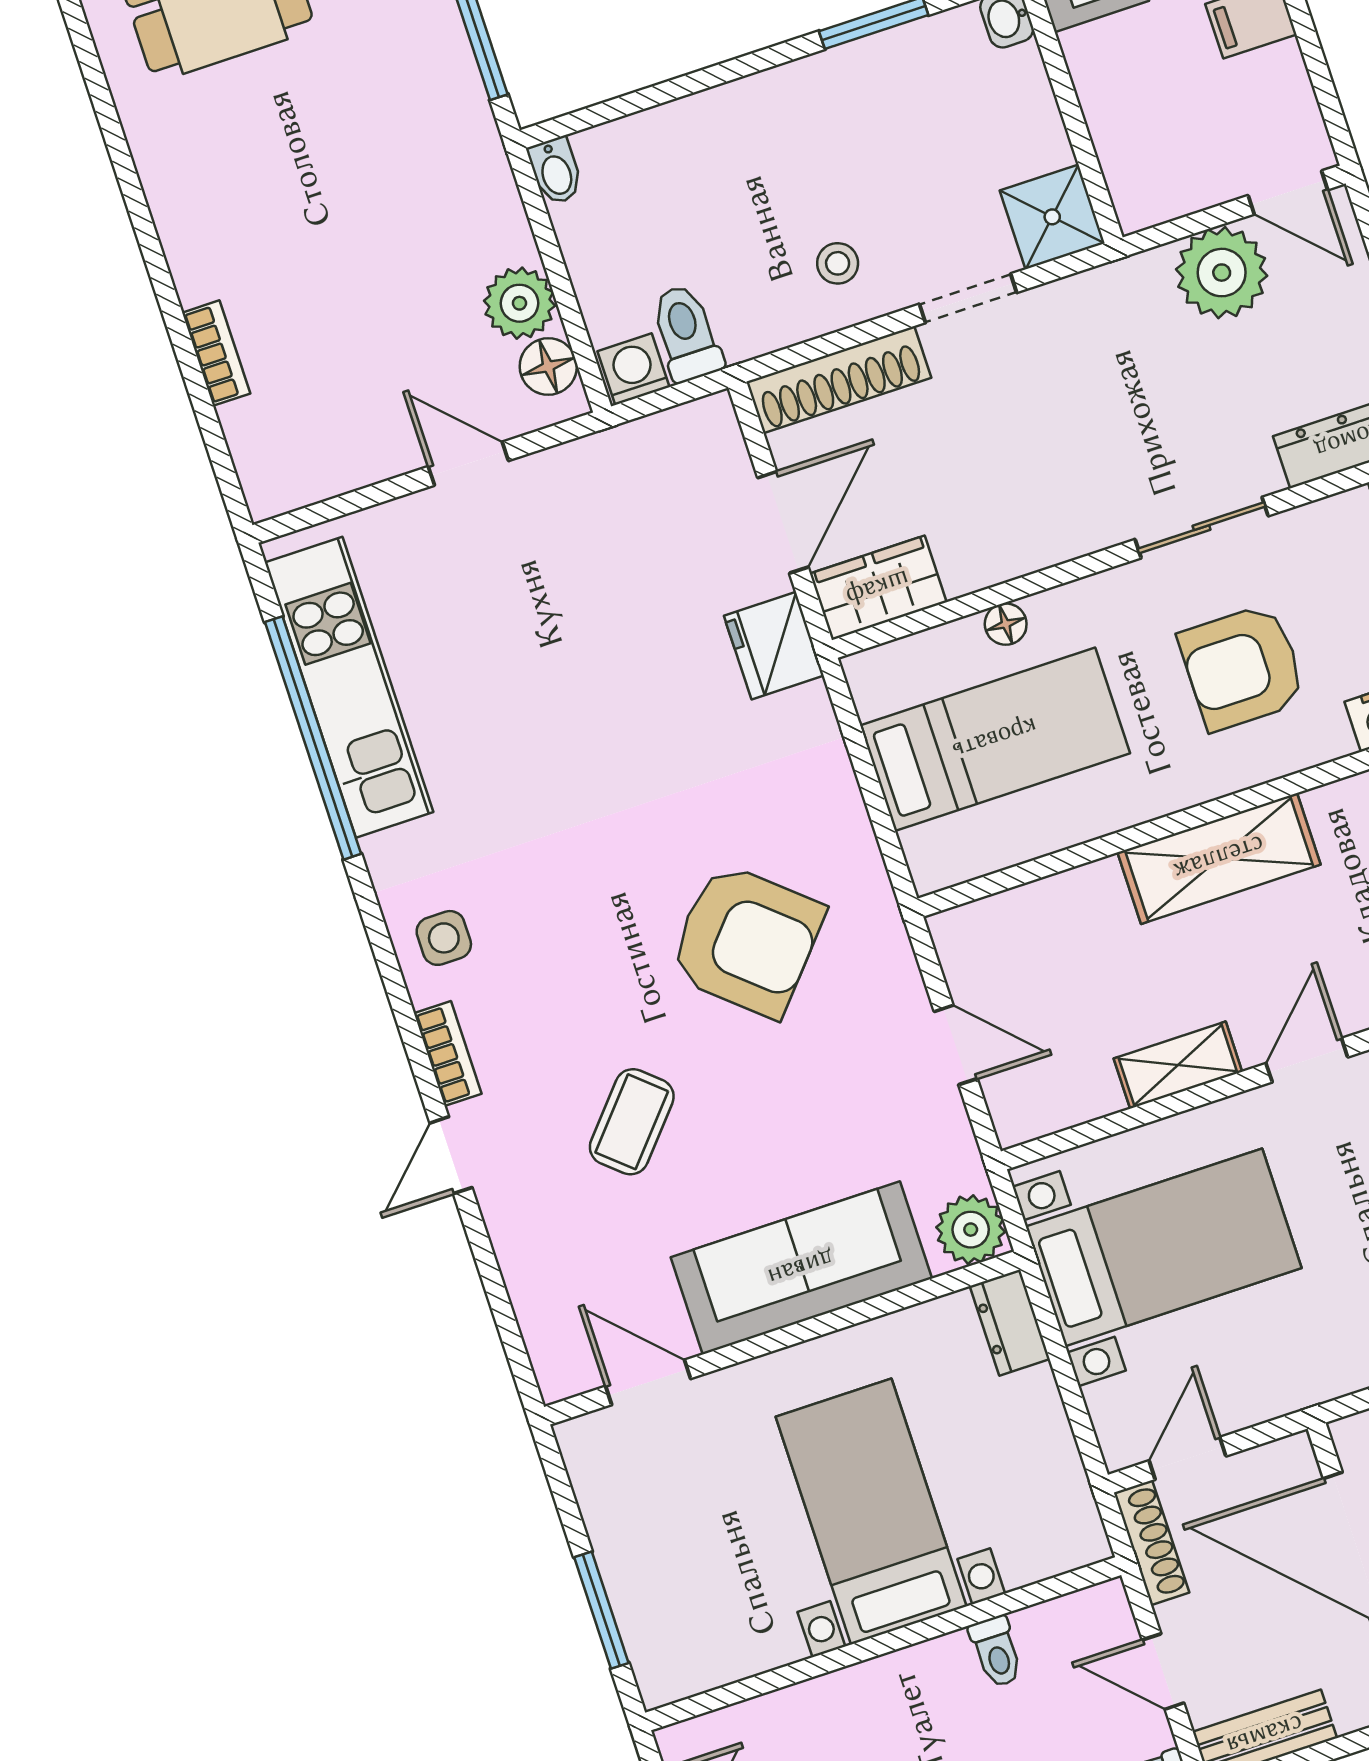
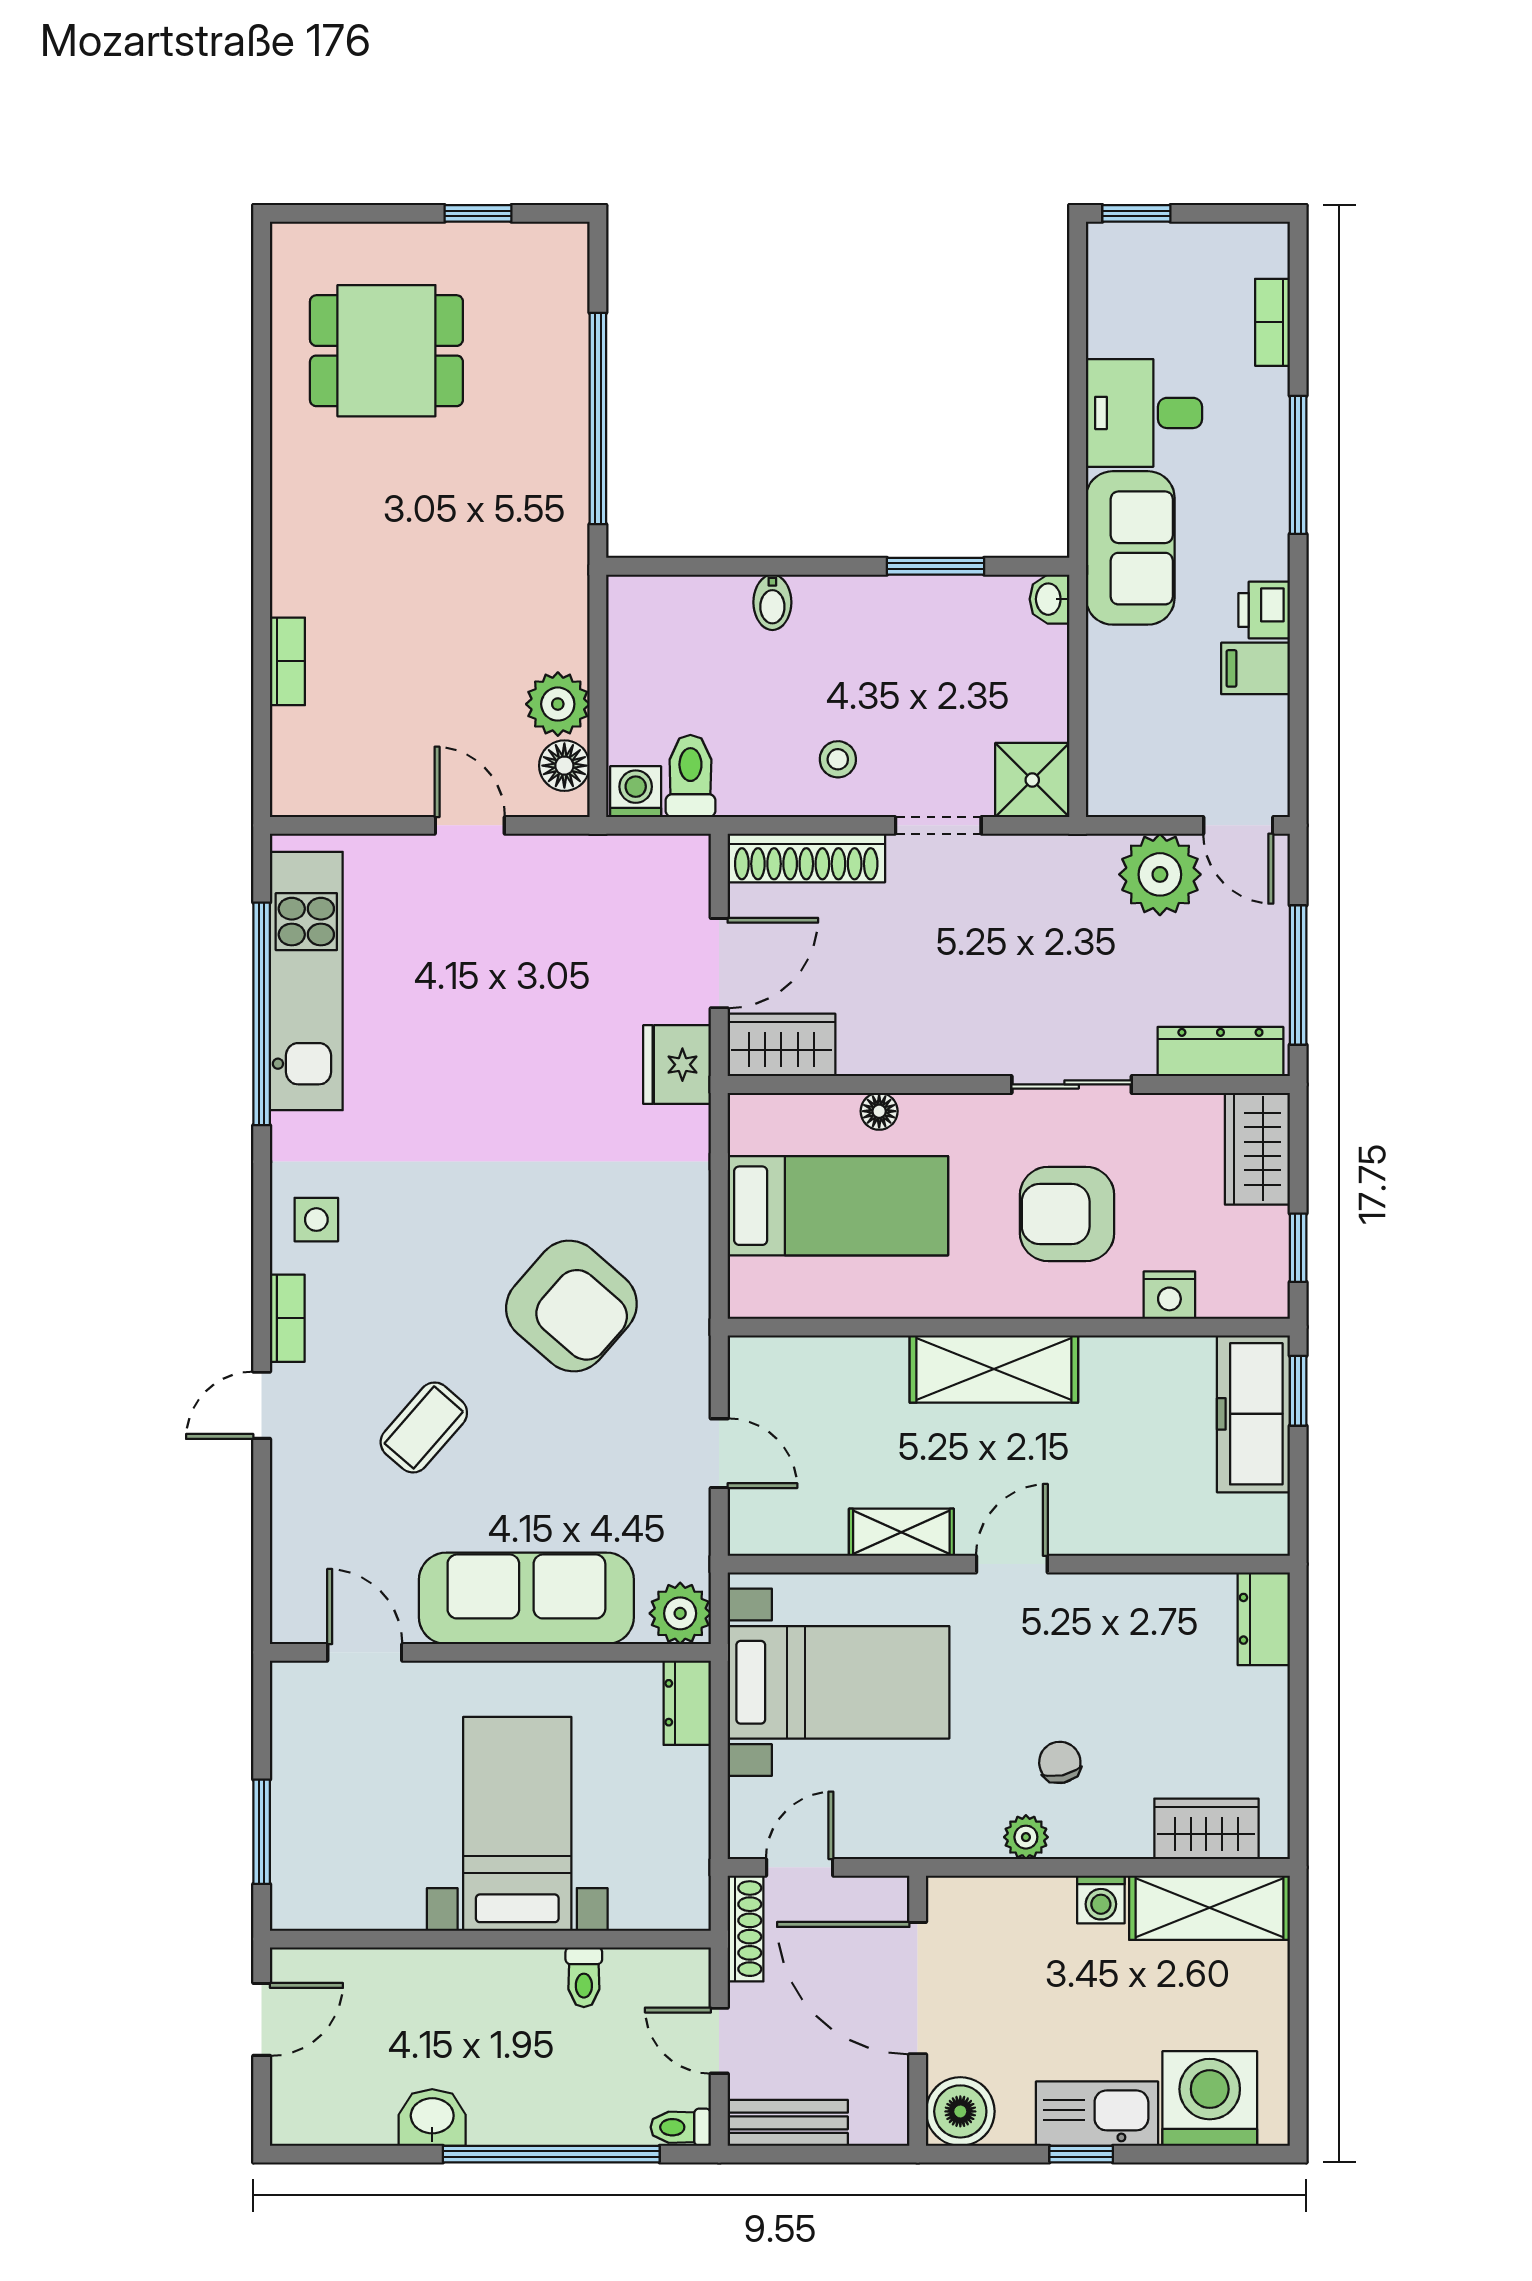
bidet: (555, 171) -> (772, 602), moved

